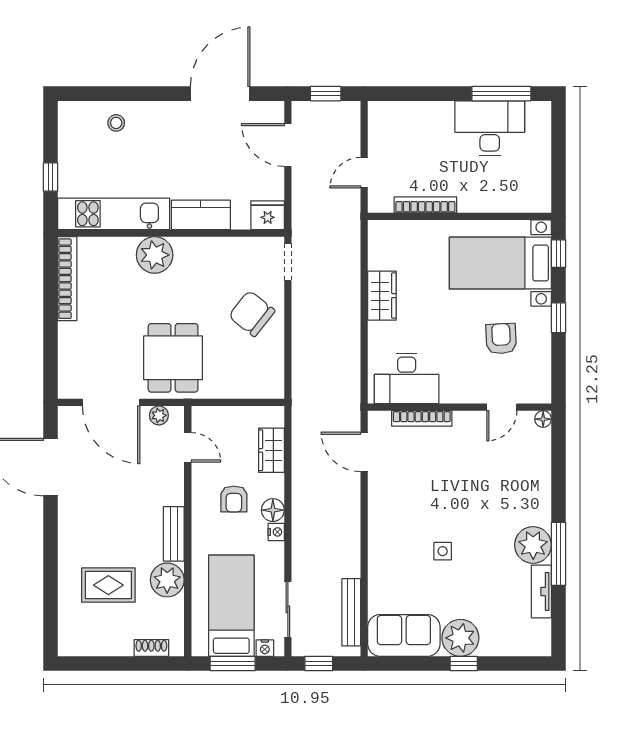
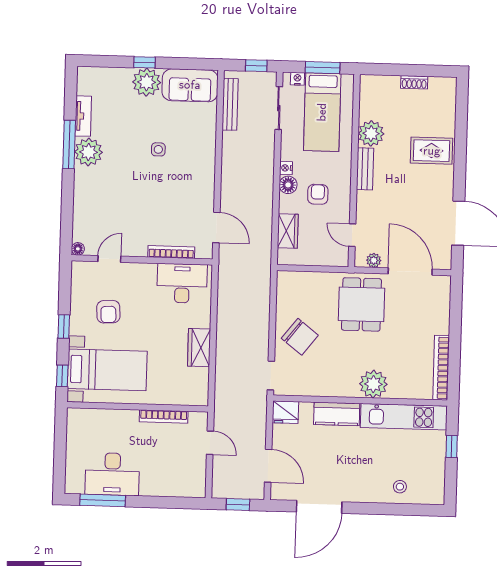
door: (364, 173) -> (210, 443), hinge flipped
rug: (108, 585) -> (432, 151), moved
shoe rack: (151, 648) -> (414, 82), moved

